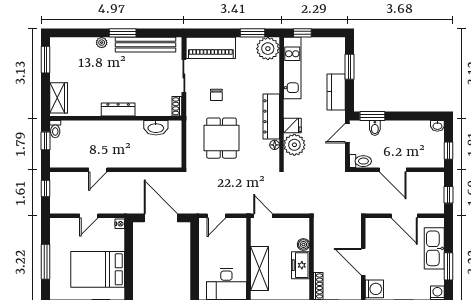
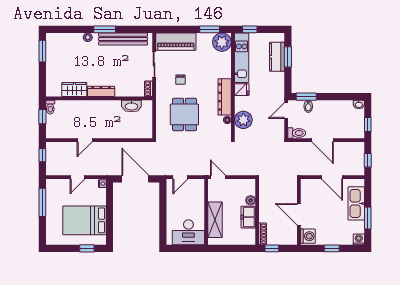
kitchen counter: (336, 92) -> (277, 57), moved
wardrobe: (59, 98) -> (74, 90), moved, turned -90
fridge: (292, 125) -> (242, 90), moved
window: (45, 262) -> (42, 202), moved

